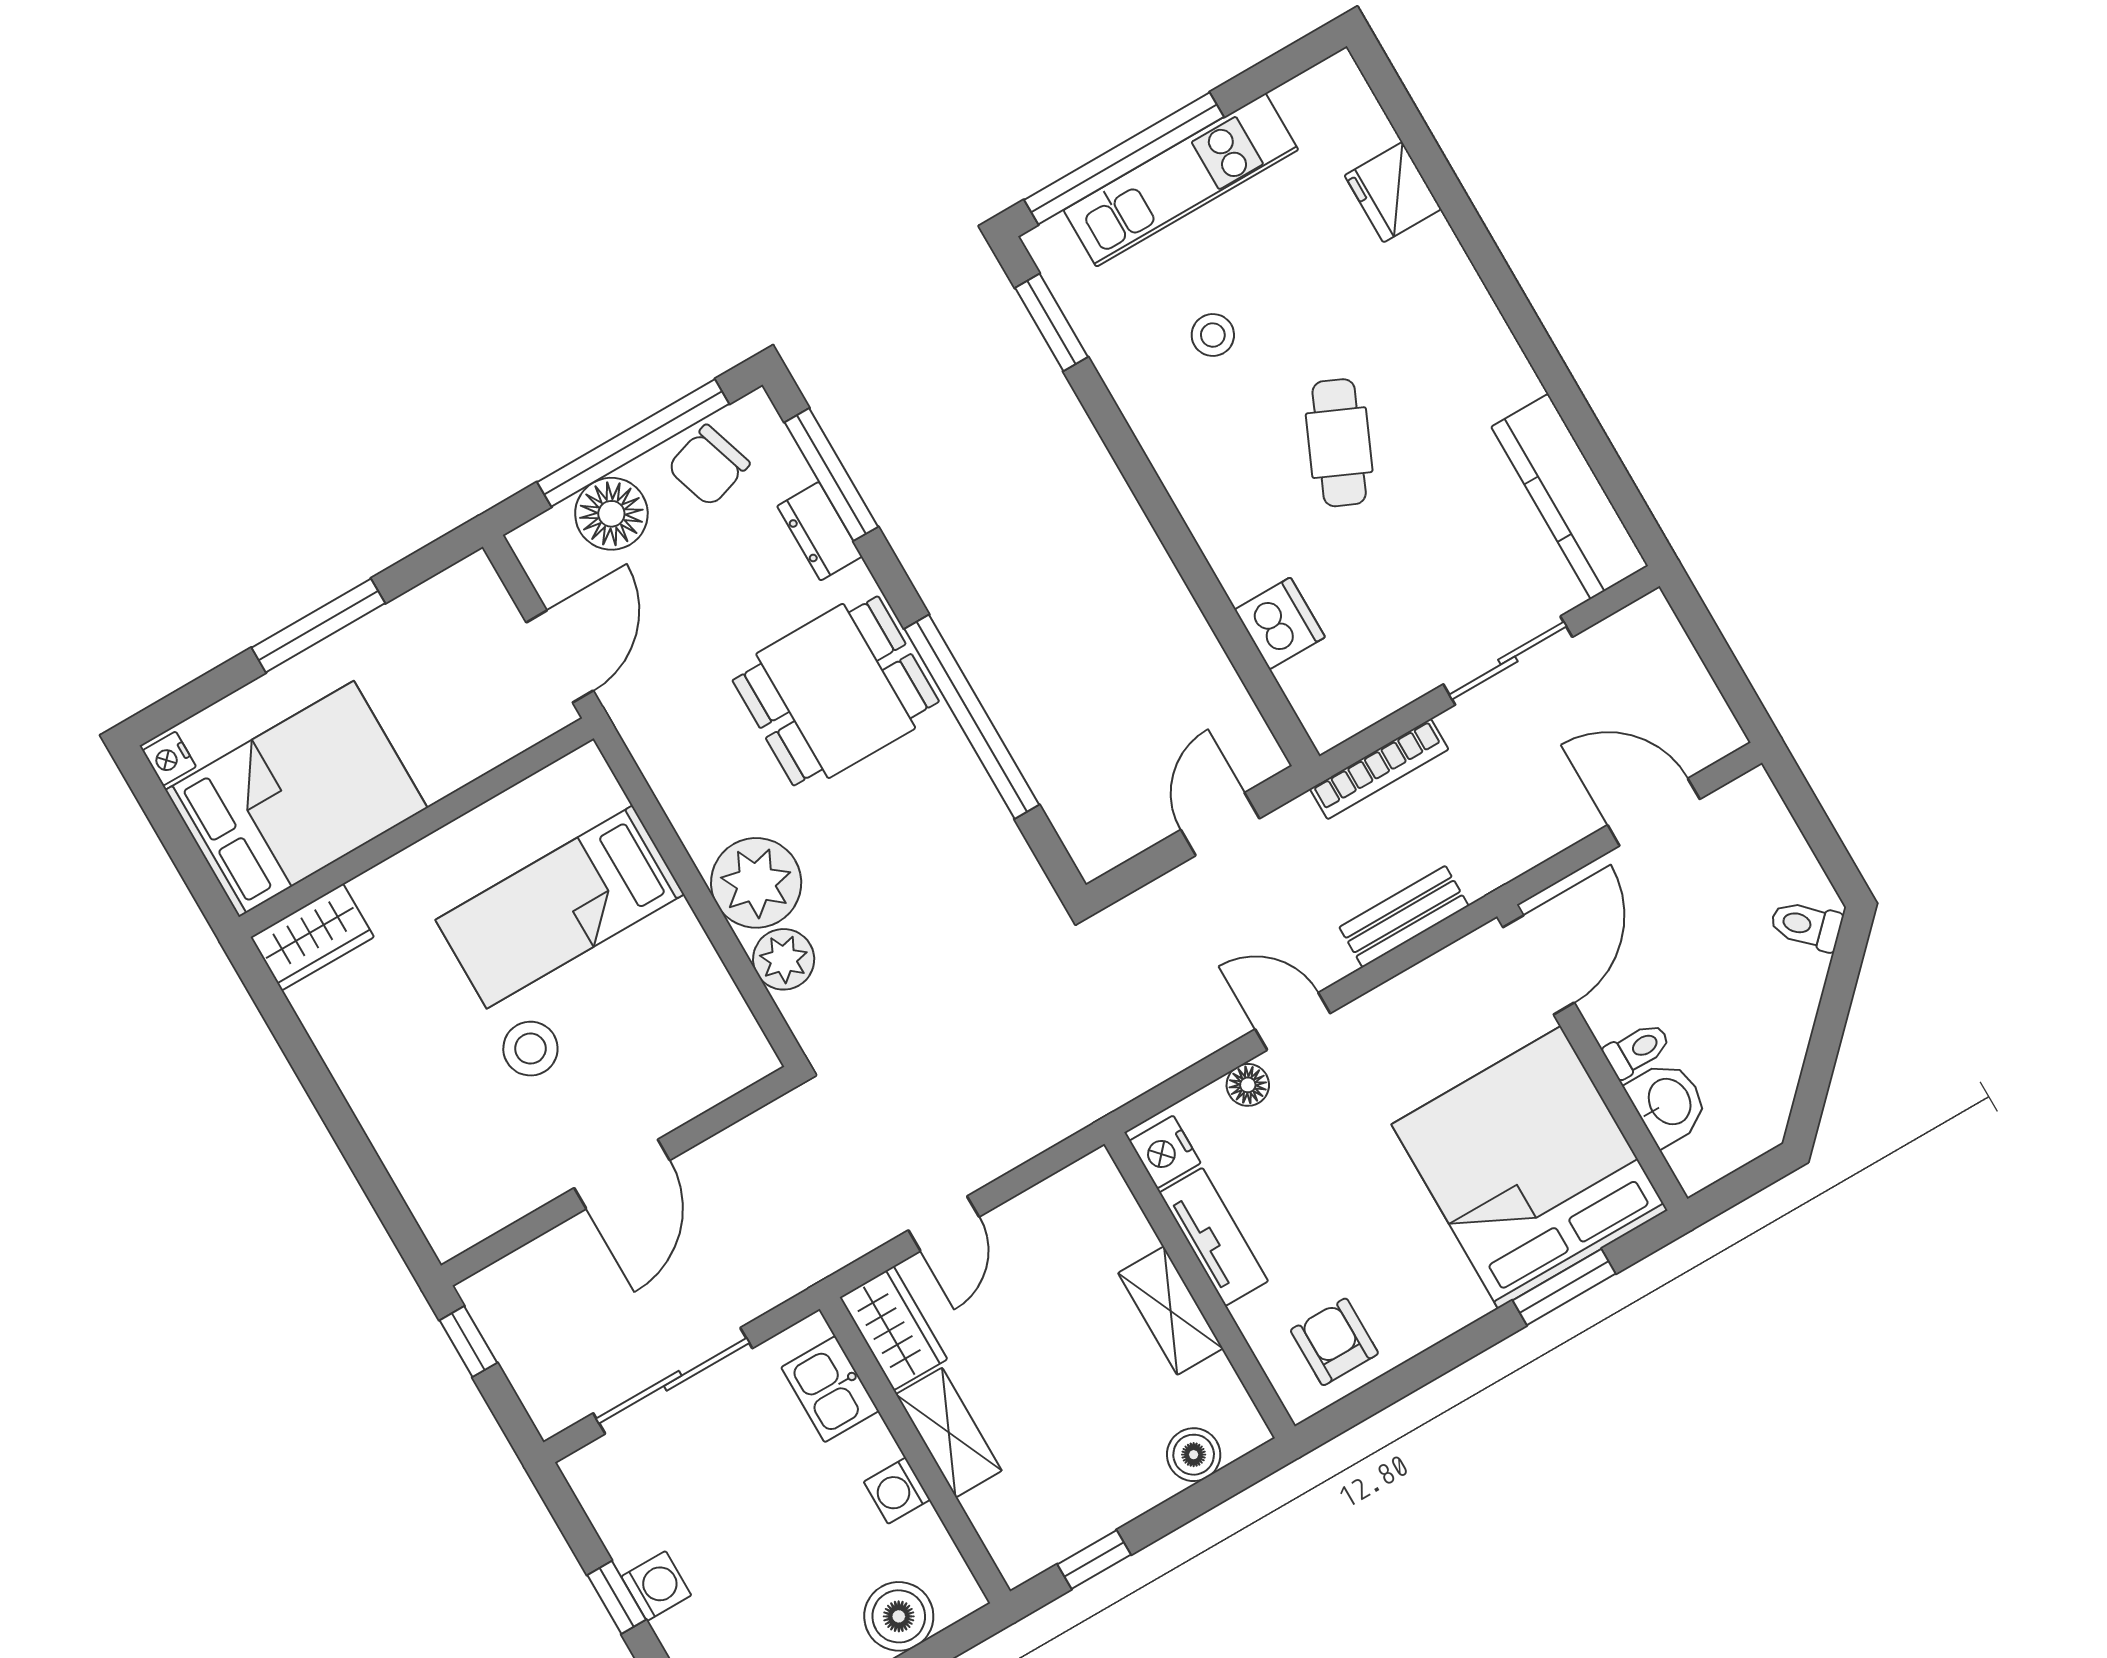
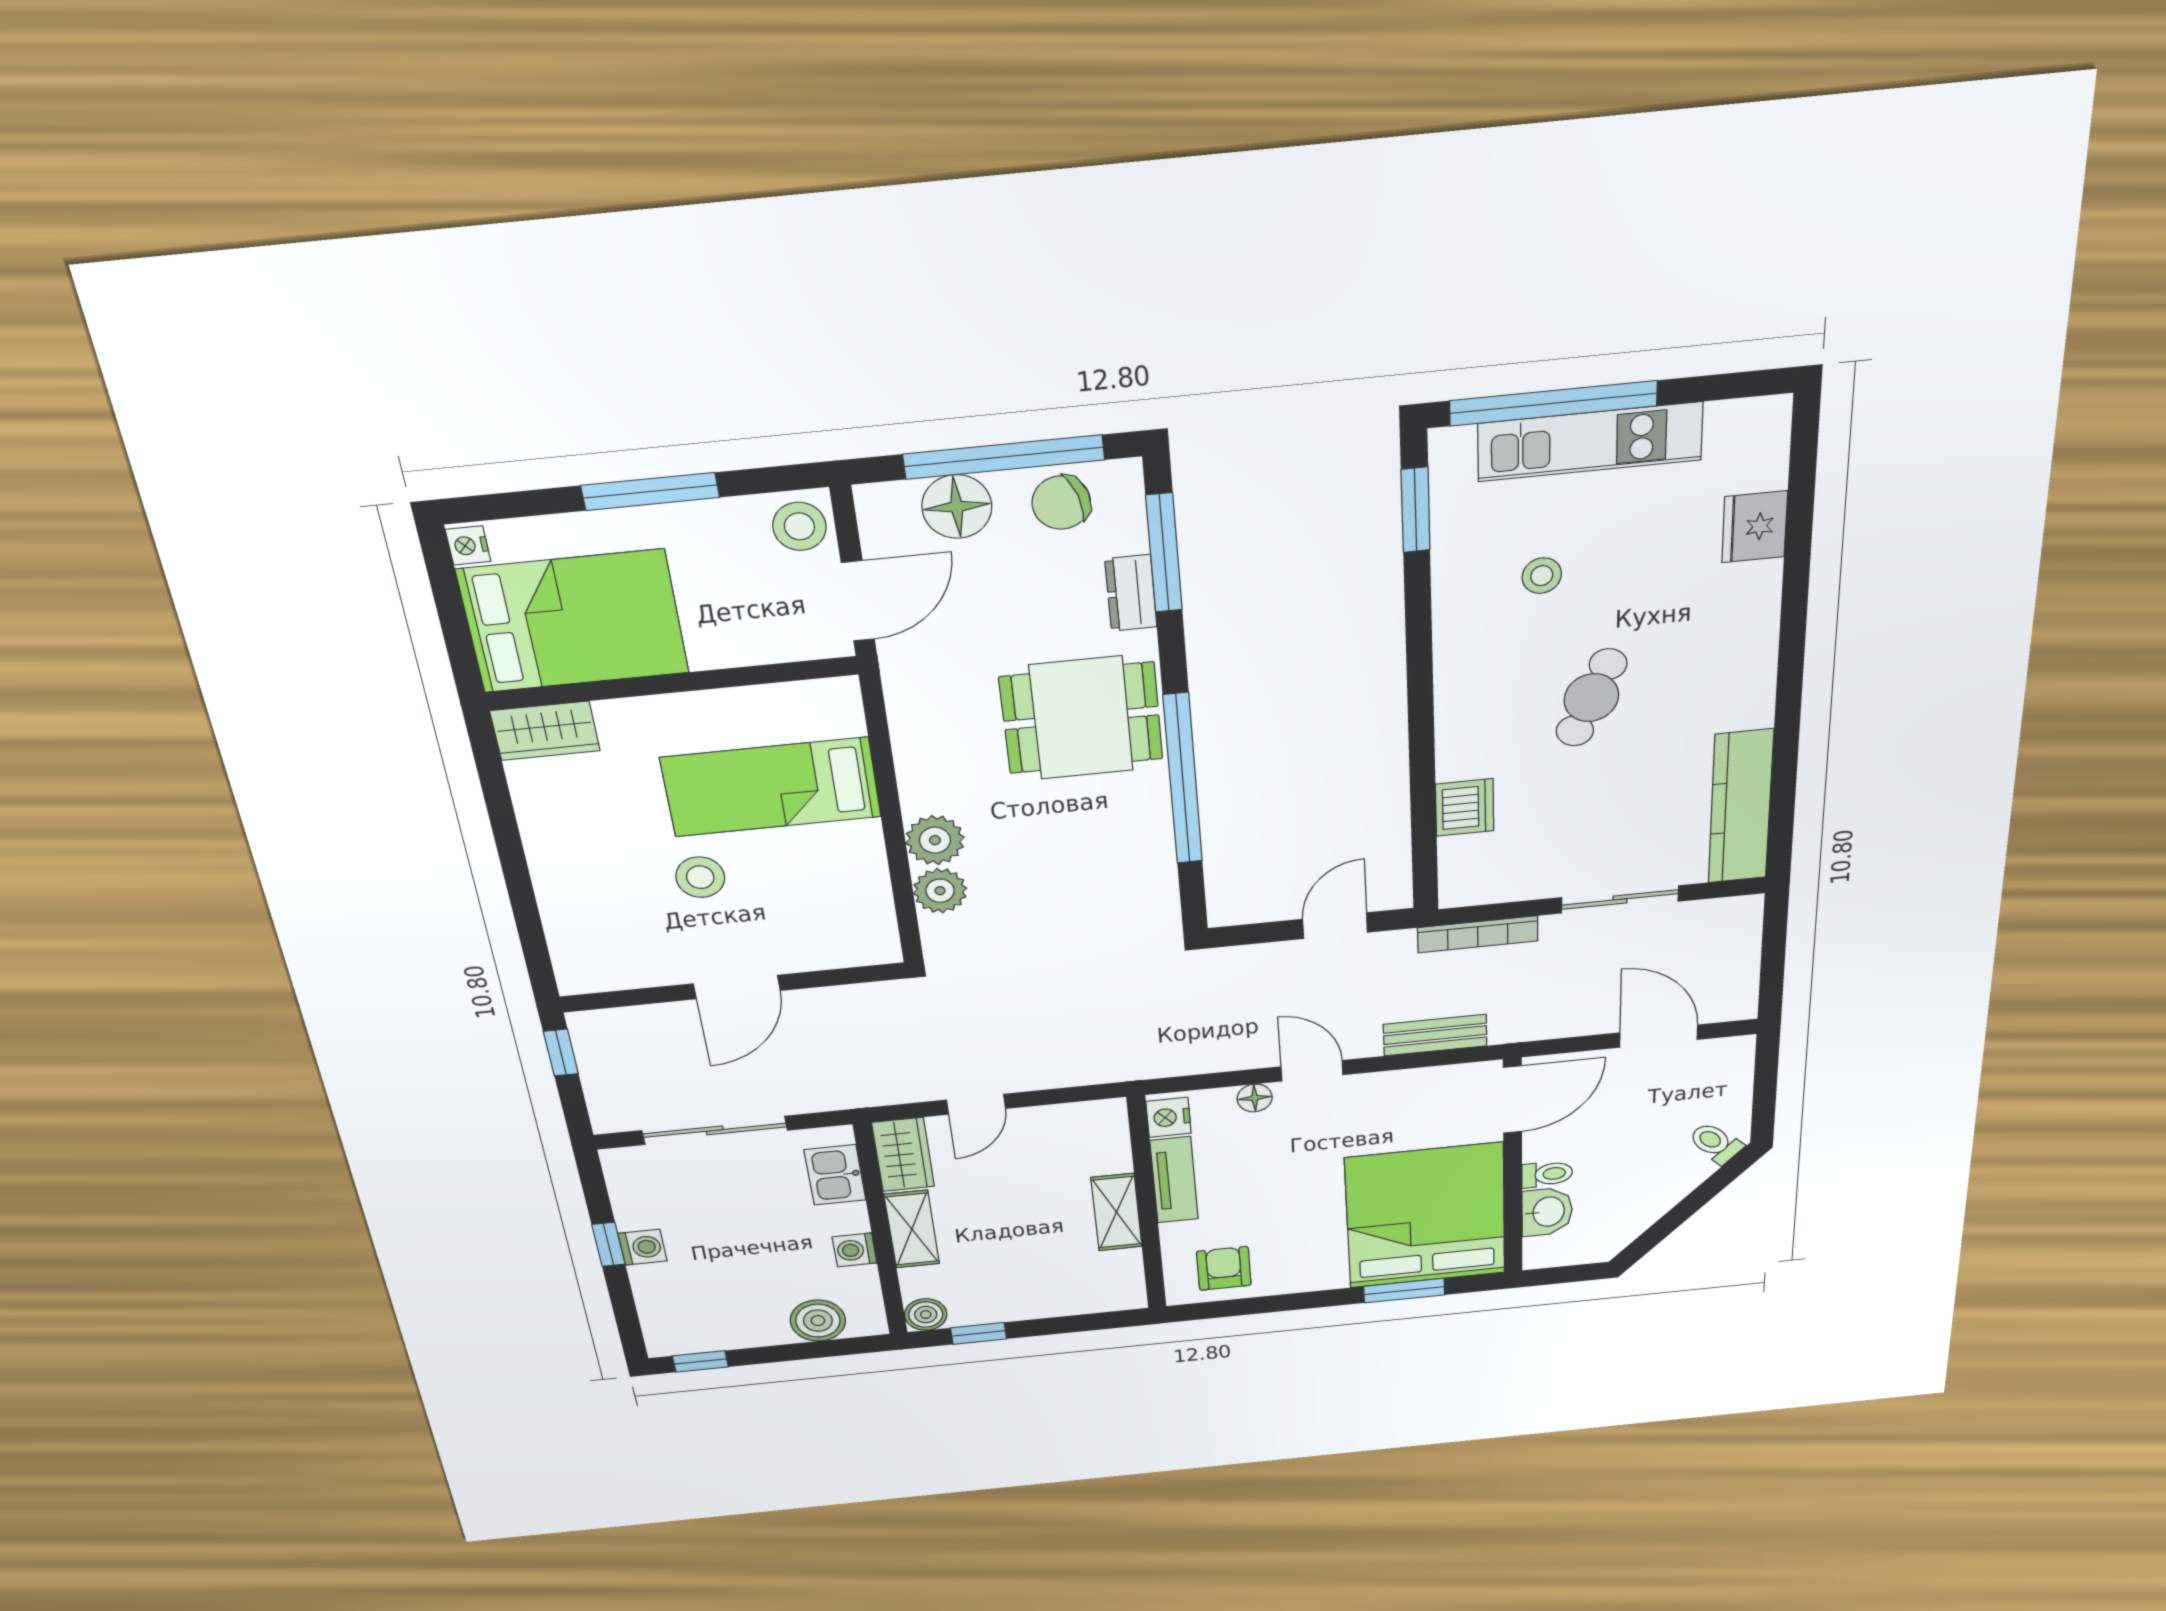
stool: (472, 601) -> (799, 526), added
plant: (756, 883) -> (935, 840), width x0.73, depth x0.73
boiler: (1194, 1455) -> (926, 1315), moved

